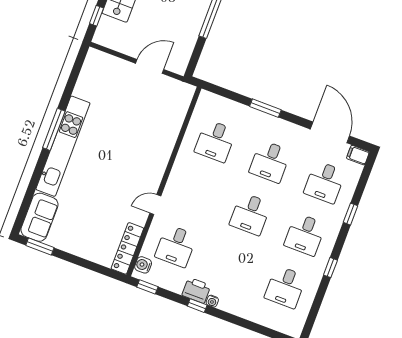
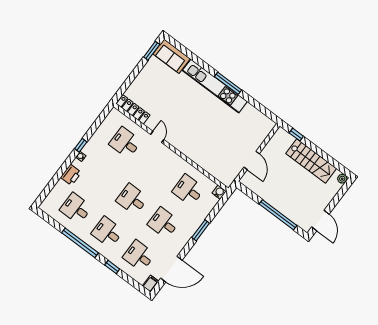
water cooler: (143, 265) -> (219, 192), moved
window: (330, 268) -> (80, 243), width x3.17
window: (147, 287) -> (103, 115), removed
printer: (196, 290) -> (71, 175), moved

